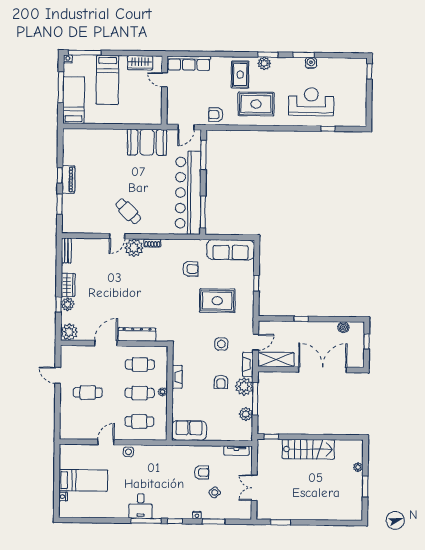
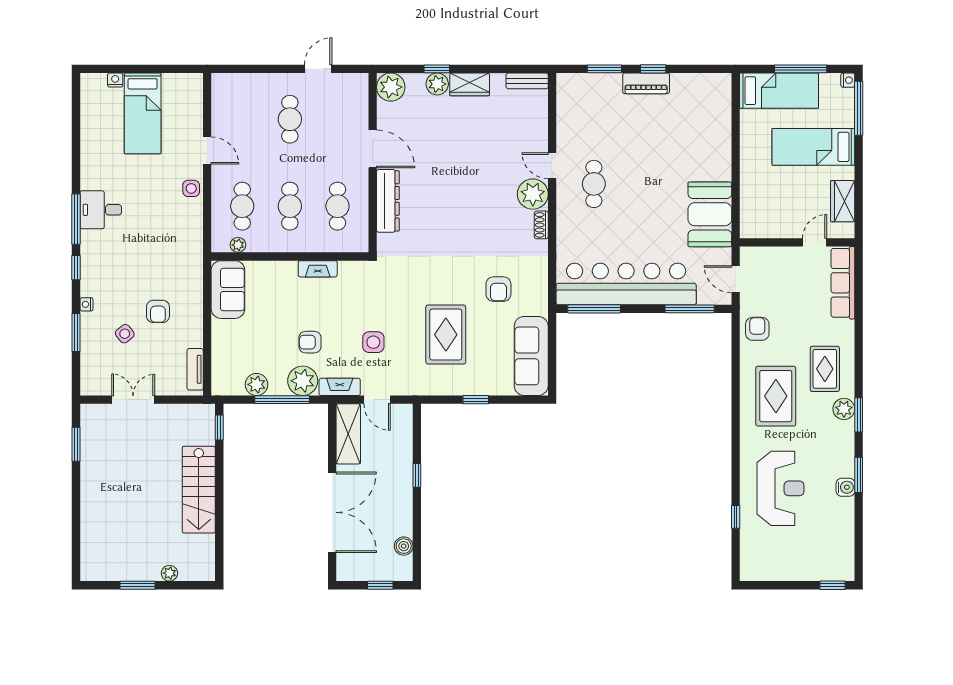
rug: (240, 75) -> (825, 369), turned 90
cafe table: (128, 211) -> (594, 184), turned -45
plant: (163, 392) -> (238, 245), moved

